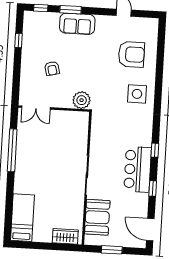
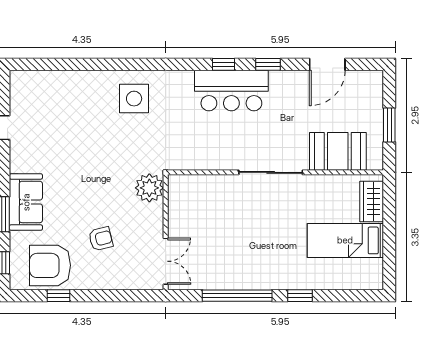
armchair: (131, 54) -> (50, 265), moved, turned -90
bar counter: (138, 169) -> (231, 91), moved
window: (153, 188) -> (268, 64), moved
window: (10, 189) -> (300, 296), added
bed: (22, 218) -> (345, 240), moved
door: (150, 230) -> (327, 64), moved

